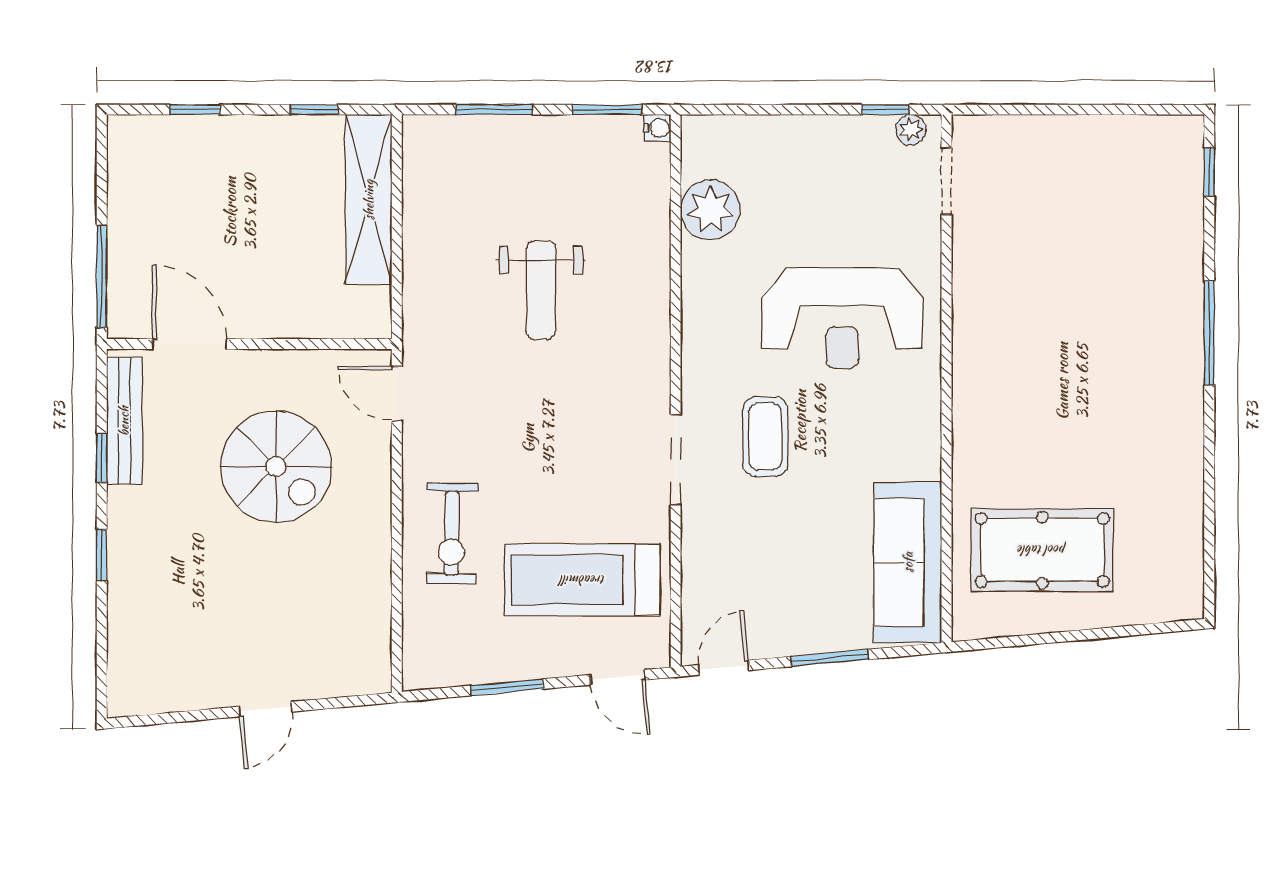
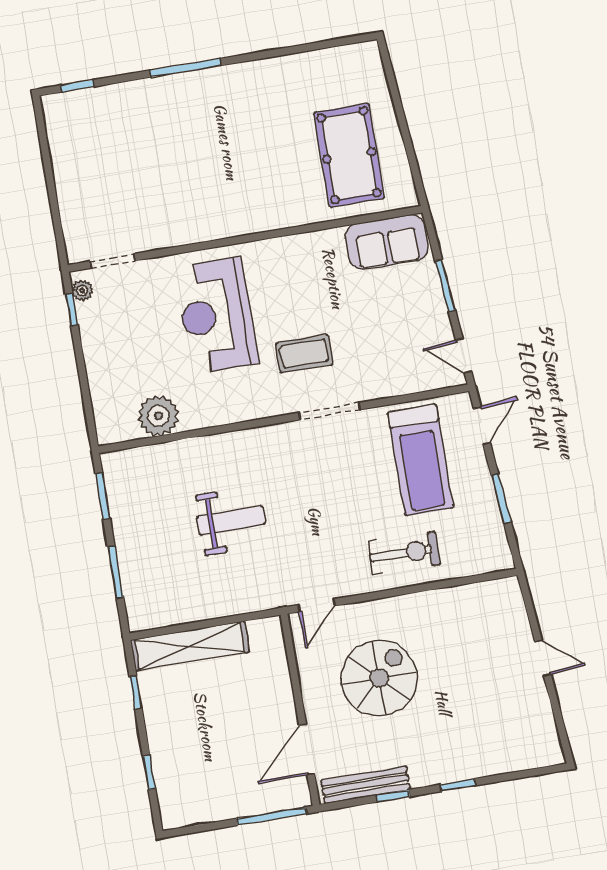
water cooler: (657, 128) -> (109, 461), removed
reception desk: (842, 318) -> (216, 315), turned 180
sofa: (908, 562) -> (387, 242), width x0.73

